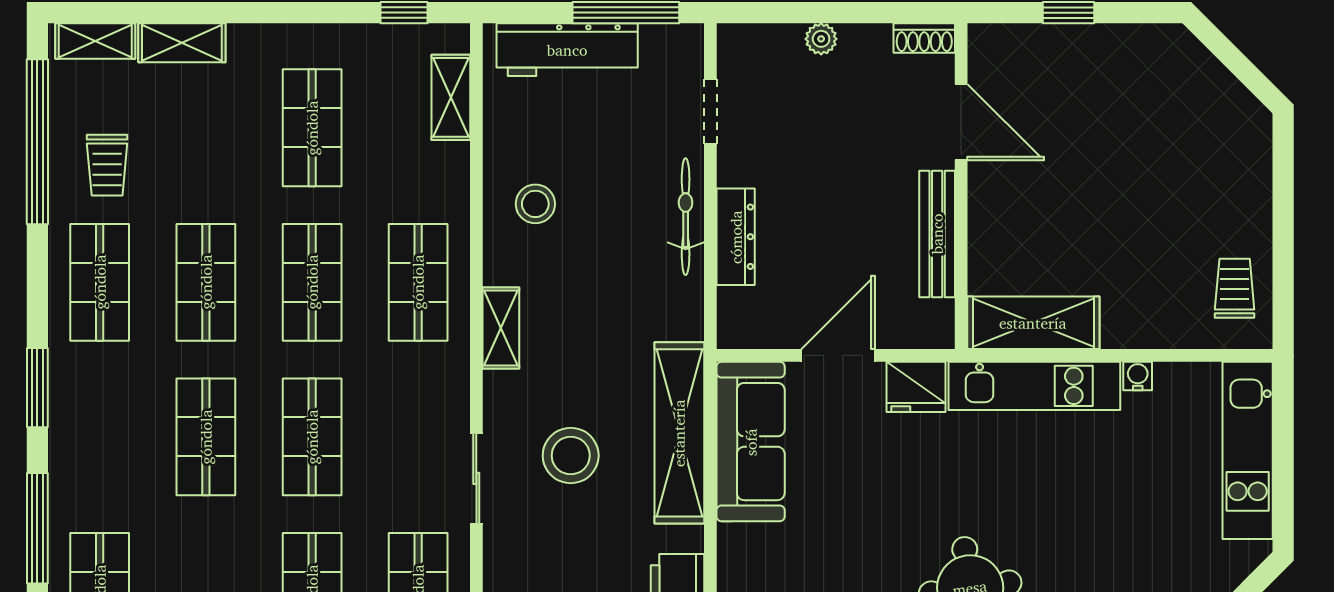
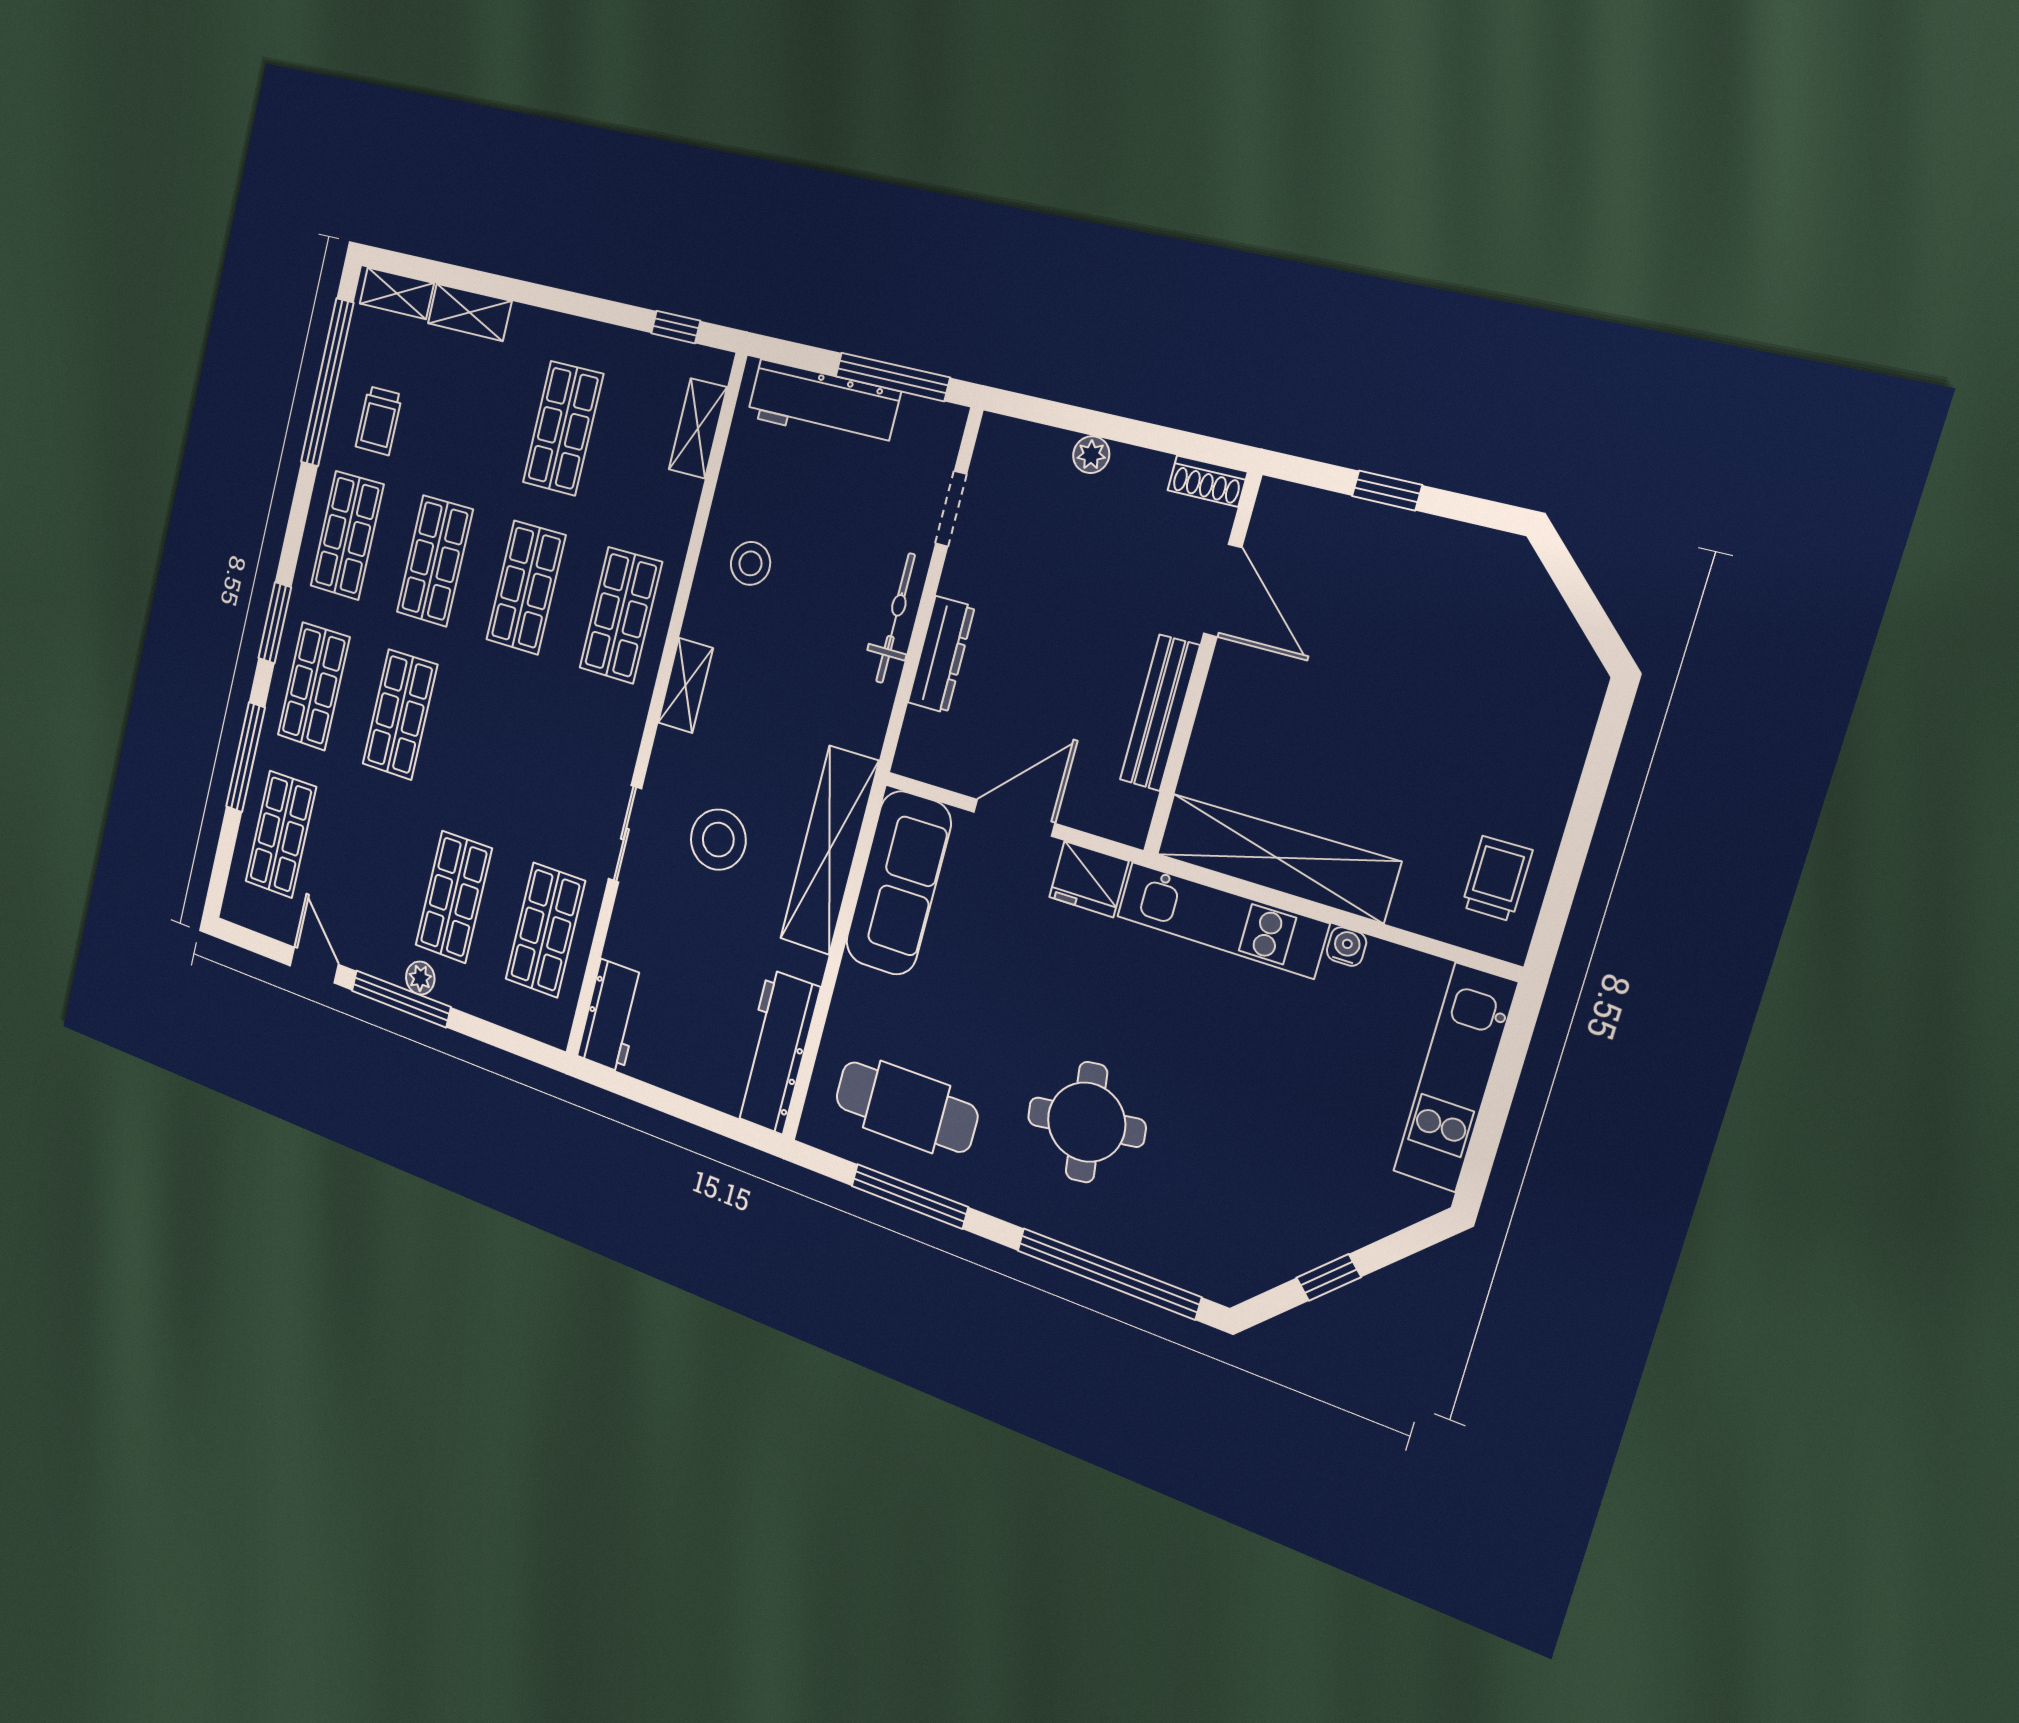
shelving: (1033, 323) -> (1277, 858), width x1.47
shop shelf: (312, 437) -> (314, 686), moved

